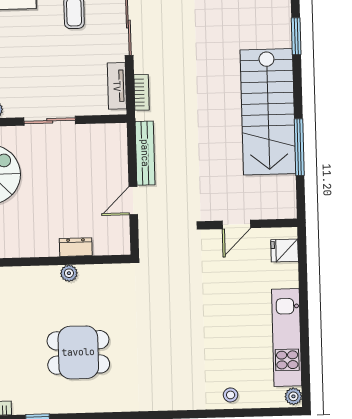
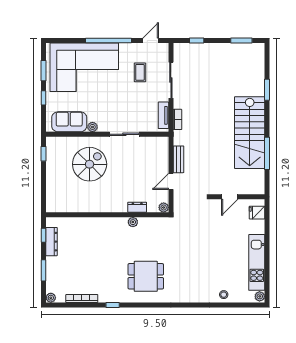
bench: (145, 153) -> (178, 159), width x0.73
plant: (122, 246) -> (164, 207), added
dining table: (78, 352) -> (146, 276), moved

